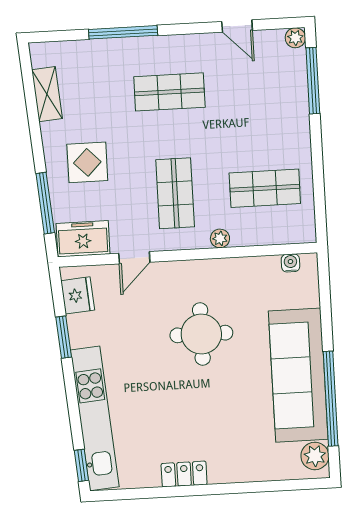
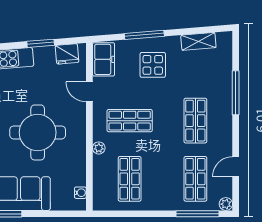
shop shelf: (259, 87) -> (195, 179), added
window: (45, 203) -> (144, 35), moved
round table: (201, 334) -> (38, 132), width x1.36, depth x1.36

